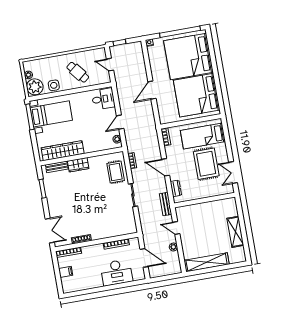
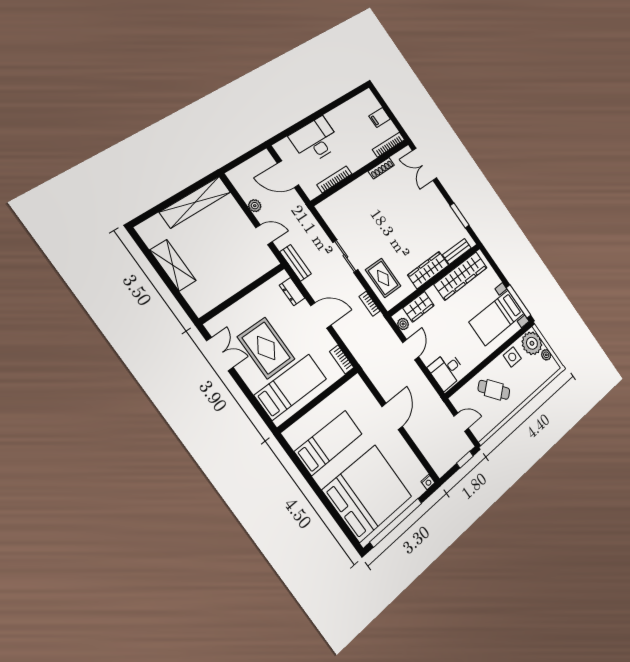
bed: (197, 95) -> (329, 443), width x0.49
wardrobe: (101, 145) -> (419, 307), added
wardrobe: (78, 165) -> (428, 270), width x1.50

